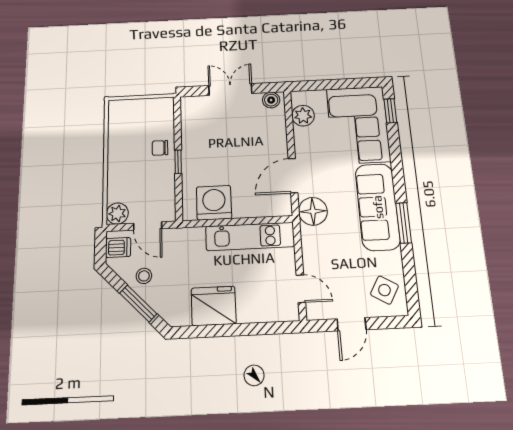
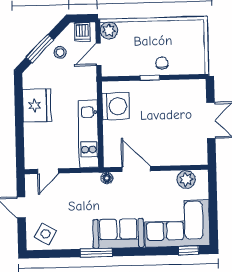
boiler: (271, 100) -> (201, 154), removed
sofa: (378, 207) -> (118, 233), width x0.73
floor lamp: (313, 211) -> (107, 178), width x0.53, depth x0.53

